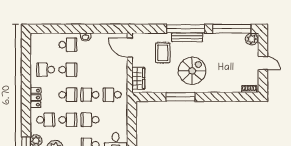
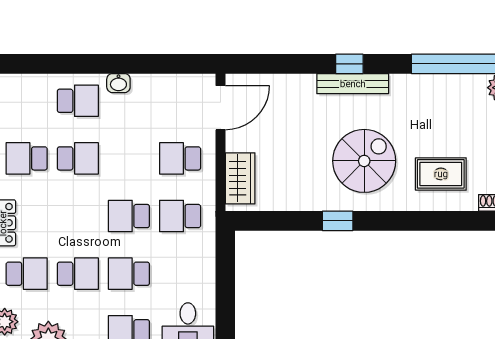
window: (186, 29) -> (349, 64), width x0.32
door: (130, 48) -> (220, 108), swing flipped
rug: (163, 53) -> (441, 174), moved, turned 90
school desk: (68, 95) -> (180, 158), moved, turned 180
window: (181, 97) -> (338, 221), width x0.46

